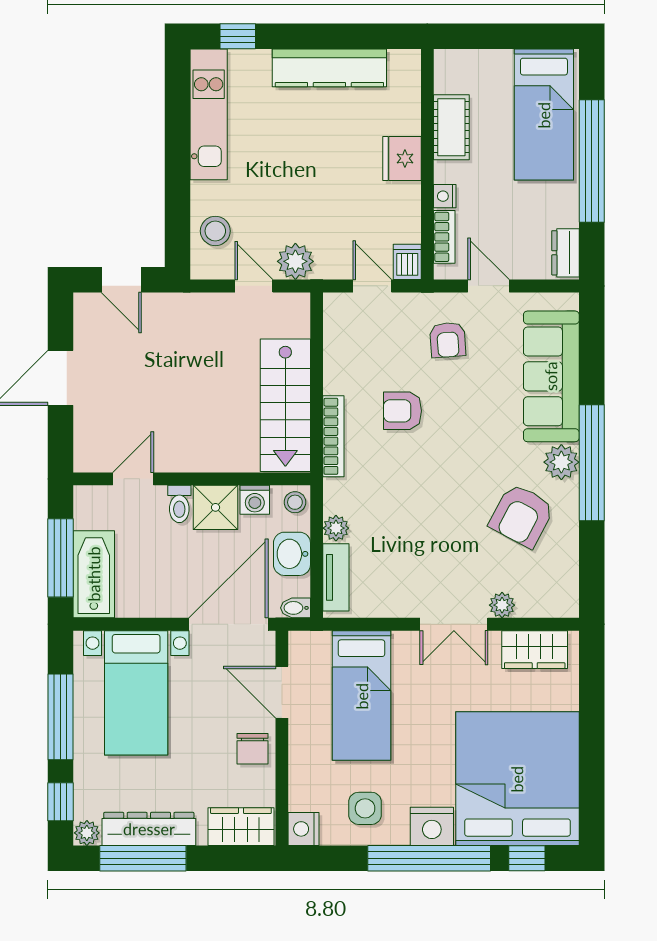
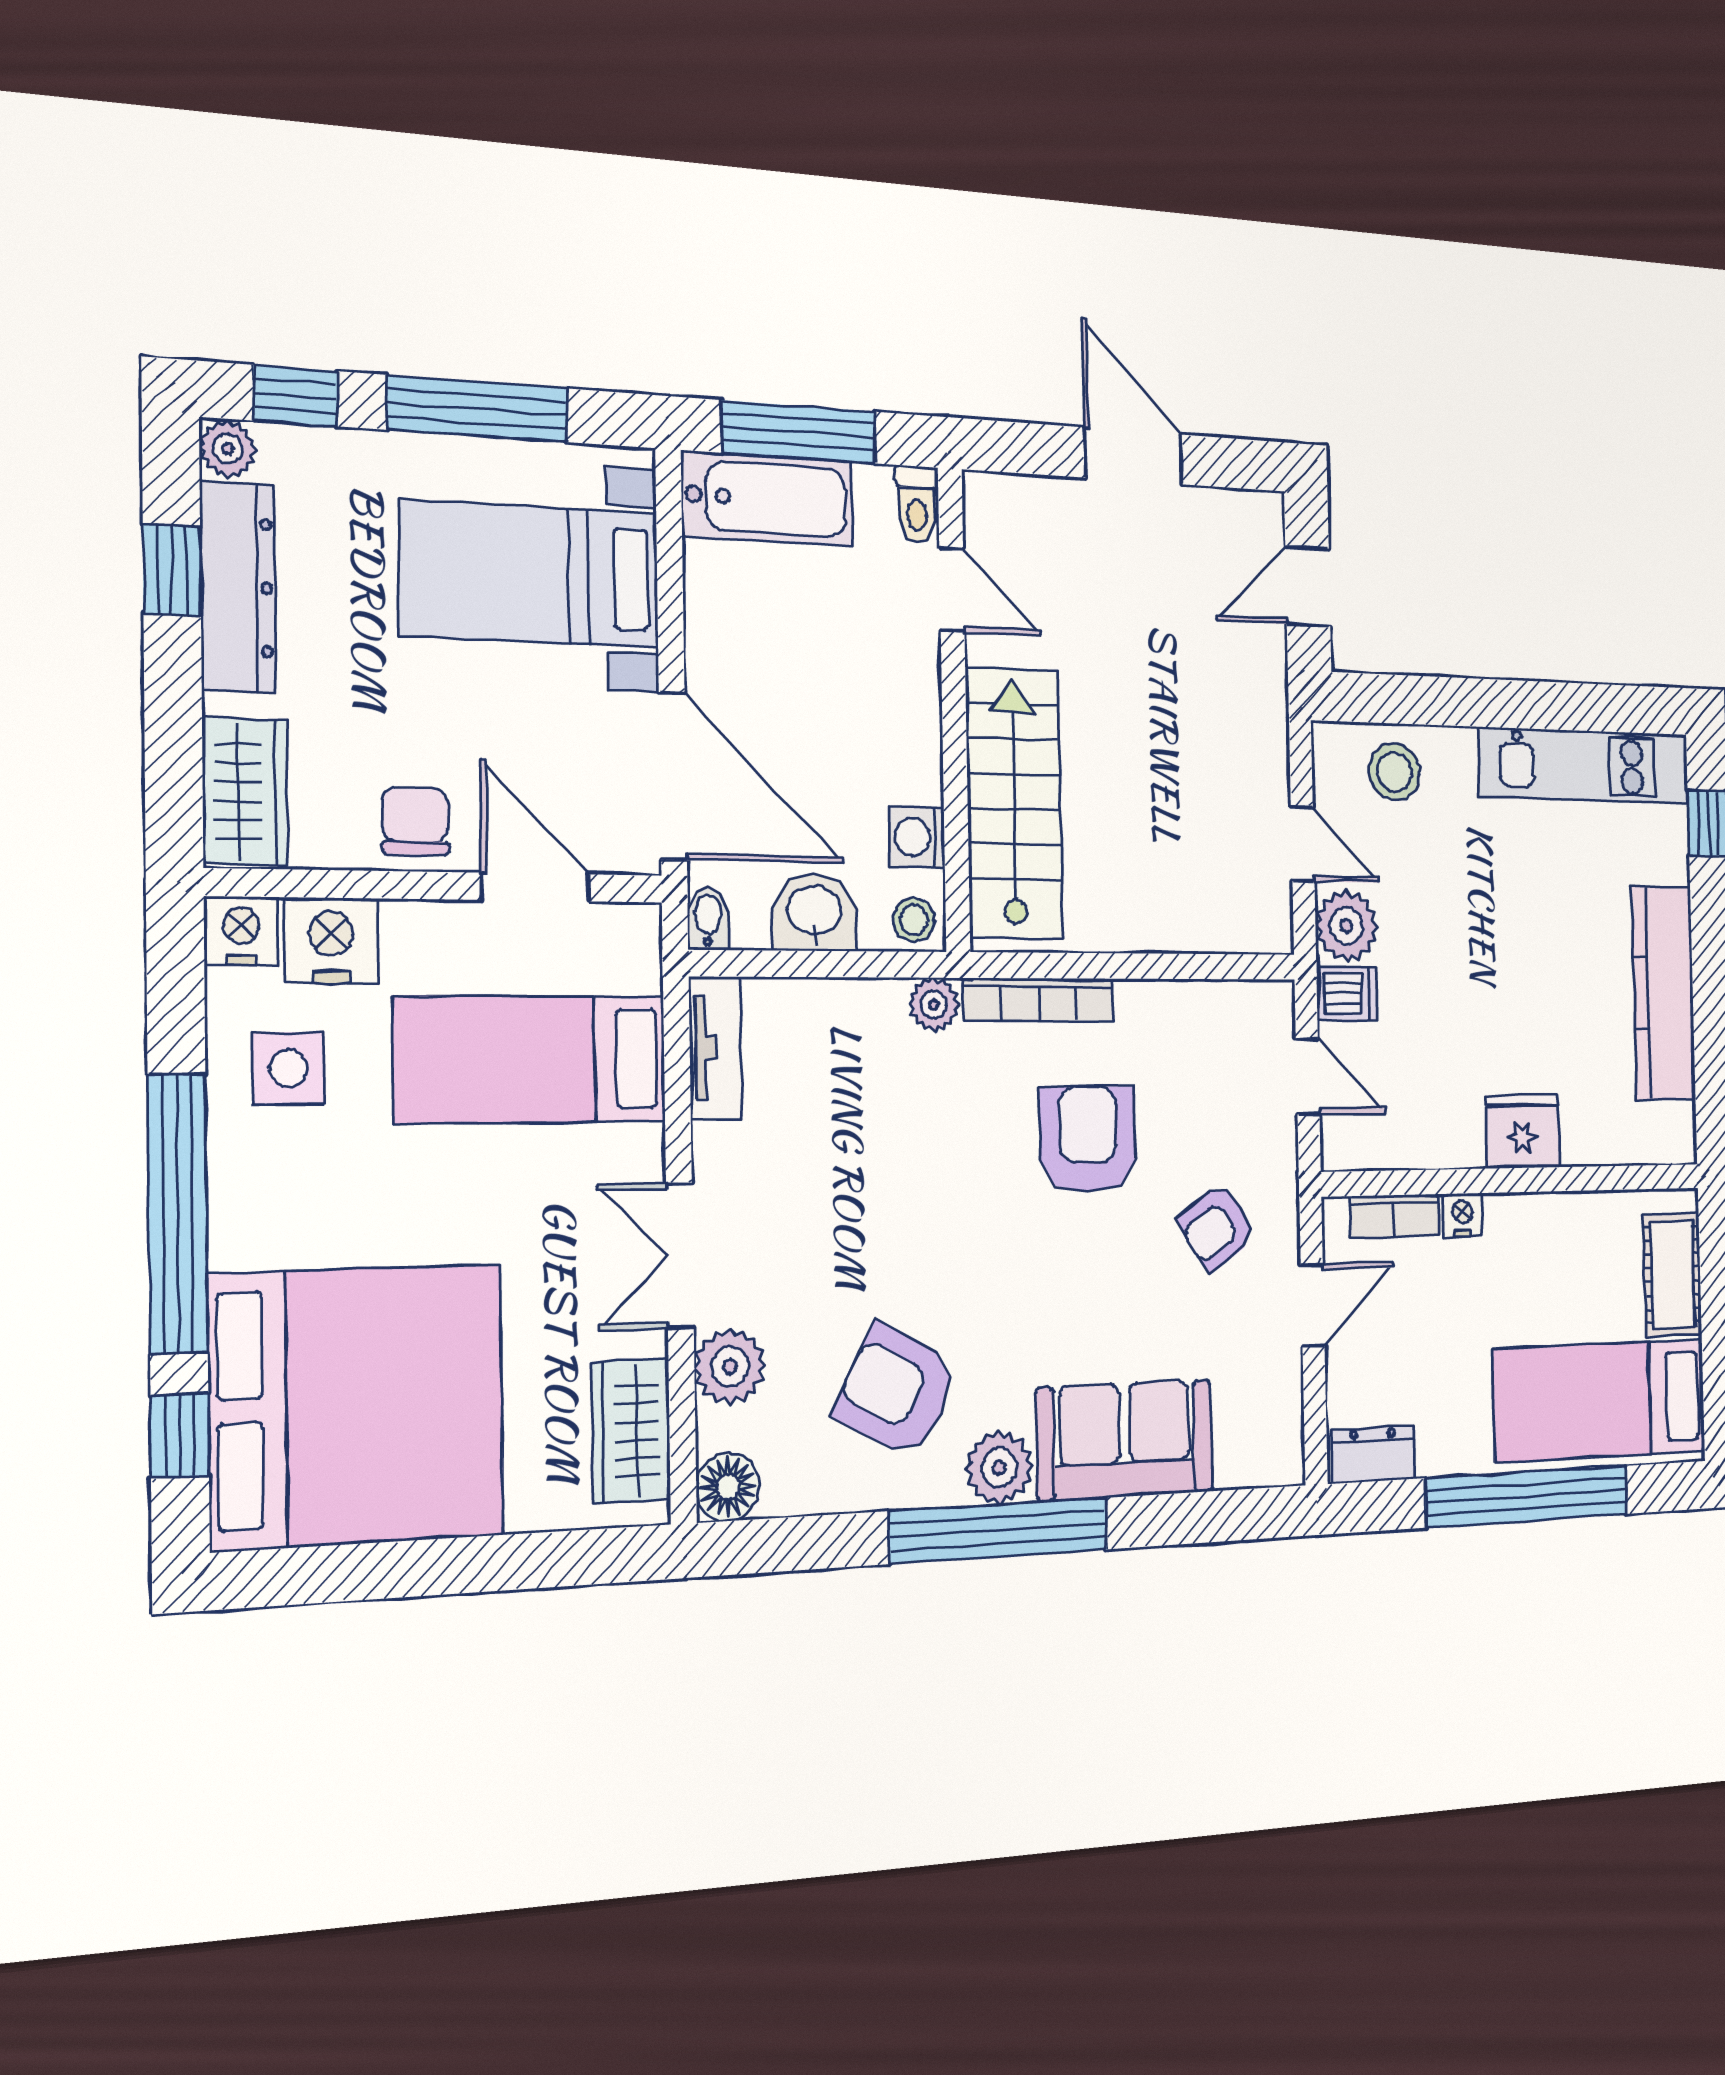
cot: (451, 127) -> (1673, 1274), moved, turned 90
dishwasher: (407, 262) -> (1347, 993), moved
door: (254, 286) -> (1303, 844), hinge flipped
door: (372, 286) -> (1308, 1076), hinge flipped
armchair: (448, 340) -> (1217, 1227), turned -30
sofa: (551, 376) -> (1125, 1440), width x0.73
stairs: (285, 405) -> (1014, 804), moved, turned 90
armchair: (402, 411) -> (1088, 1139), width x1.38, depth x1.38
toilet: (179, 504) -> (917, 504), moved, turned -90
shower: (216, 507) -> (901, 756), removed
plant: (336, 528) -> (934, 1004), moved
tv unit: (336, 577) -> (715, 1048), moved, turned -90
floor lamp: (563, 602) -> (728, 1487), added
plant: (502, 605) -> (730, 1367), width x1.38, depth x1.38
door: (282, 692) -> (536, 887), hinge flipped
chair: (253, 749) -> (415, 821), turned 90
nightstand: (432, 826) -> (331, 940), moved, turned 90
window: (143, 858) -> (172, 570), width x0.46

